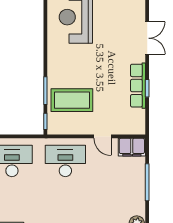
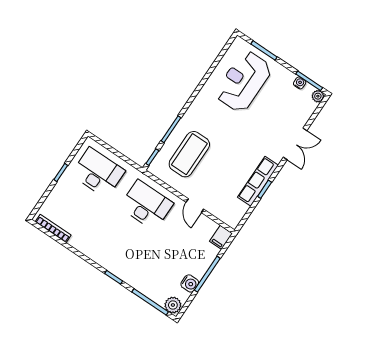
coffee table: (72, 100) -> (189, 154), turned 90
filing cabinet: (132, 147) -> (221, 237), width x0.50
water cooler: (138, 198) -> (190, 283), added

